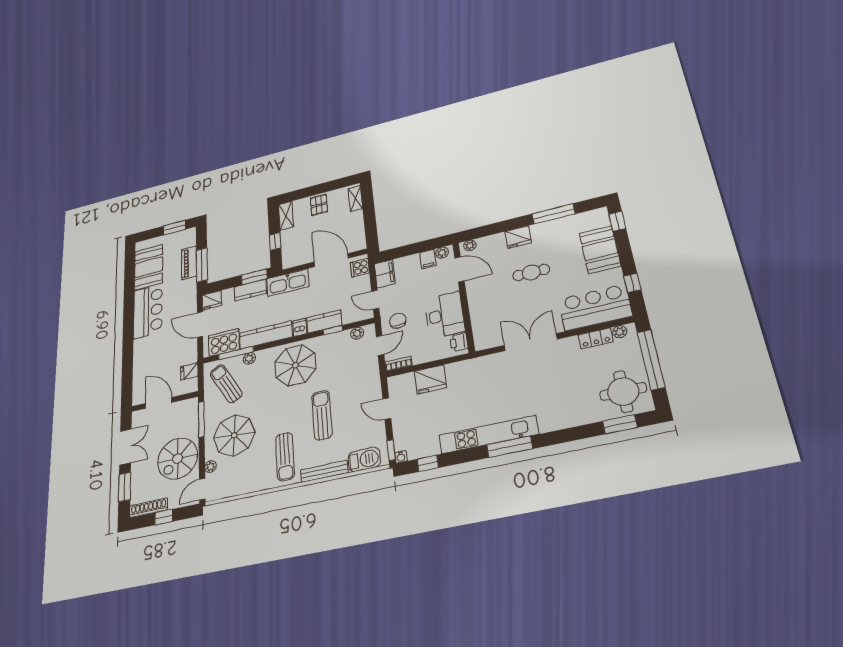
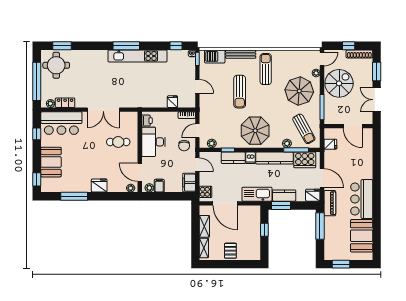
shelving: (286, 216) -> (204, 226), moved
piano: (189, 263) -> (330, 203), moved
cafe table: (531, 272) -> (118, 142), moved
fridge: (430, 380) -> (172, 102), width x0.53, depth x0.75

